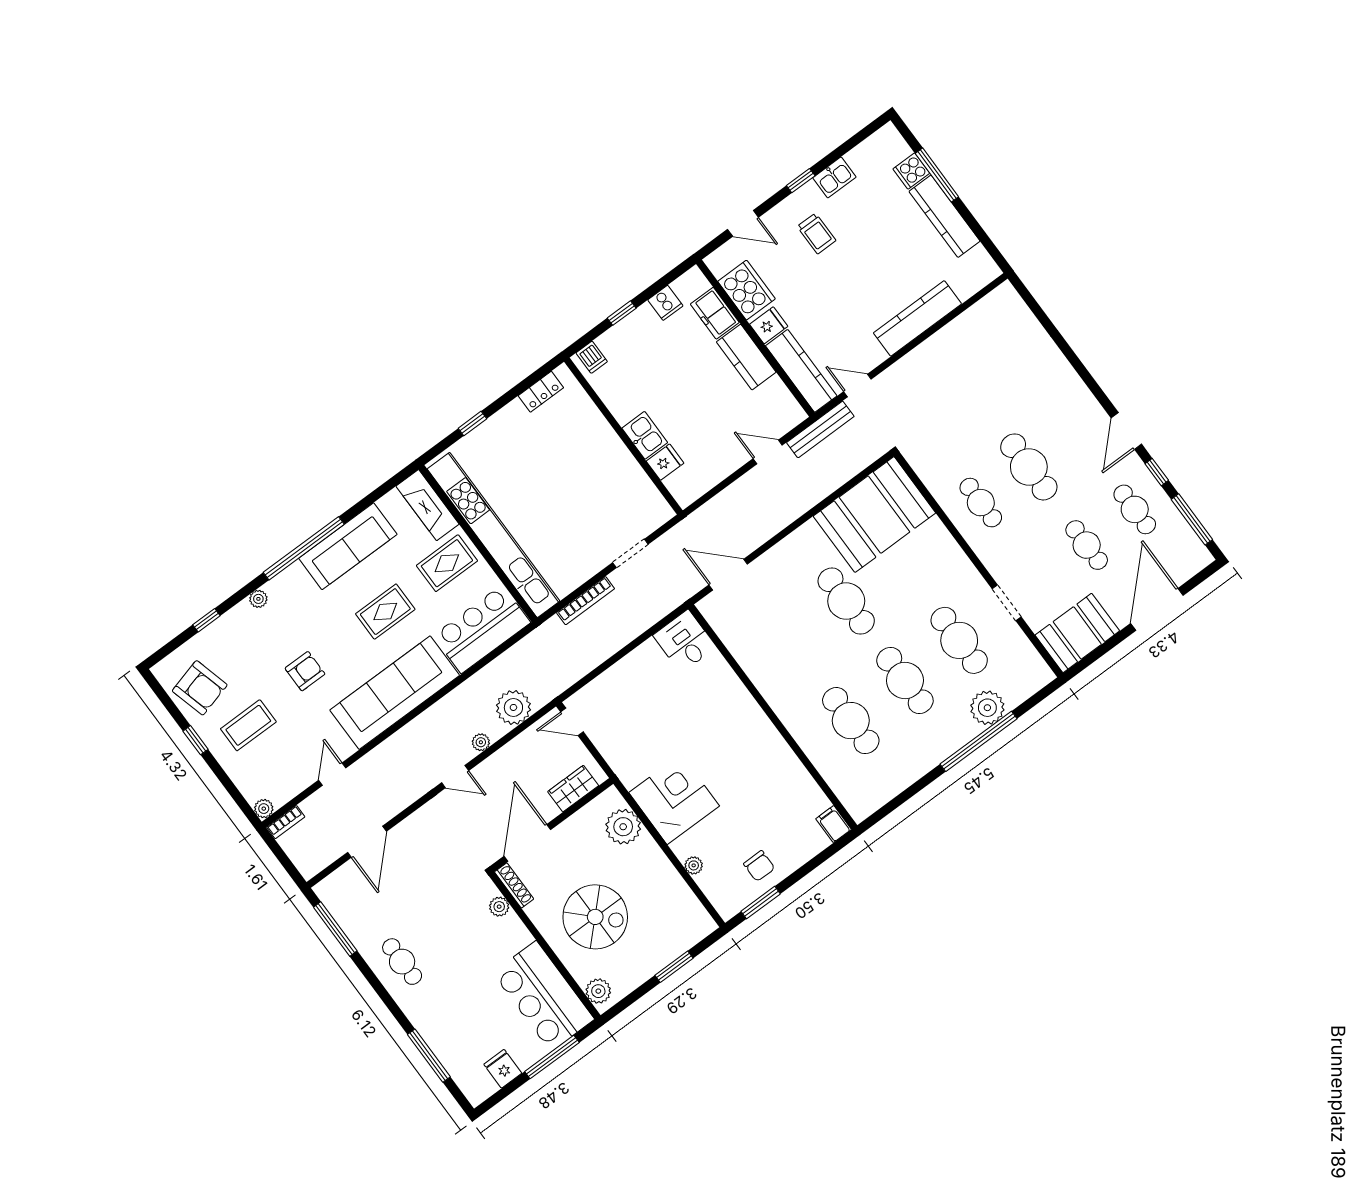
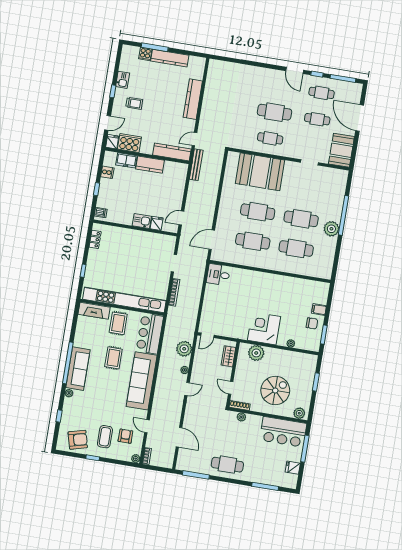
fridge: (769, 325) -> (112, 142), moved
door: (768, 452) -> (181, 218), moved
booth: (874, 515) -> (260, 172), moved, turned 90
sofa: (348, 546) -> (78, 369), moved
cafe table: (959, 640) -> (253, 241), moved
armchair: (305, 671) -> (125, 436), moved
plant: (987, 708) -> (331, 229), moved
filing cabinet: (834, 824) -> (319, 310), moved
door: (527, 843) -> (231, 388), width x0.53
cafe table: (402, 962) -> (227, 465), width x1.37, depth x1.35

